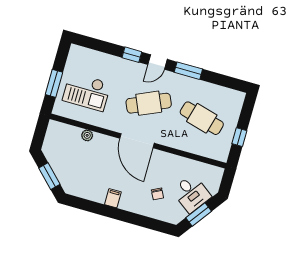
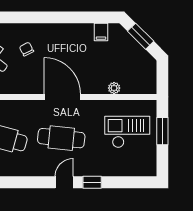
window: (188, 71) -> (30, 182), removed
cafe table: (149, 103) -> (61, 138), turned 30
filing cabinet: (113, 198) -> (101, 32), moved

